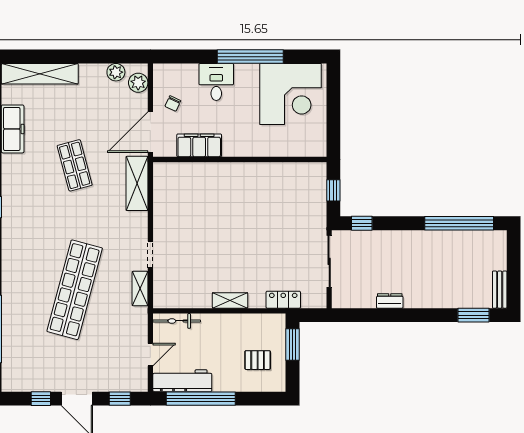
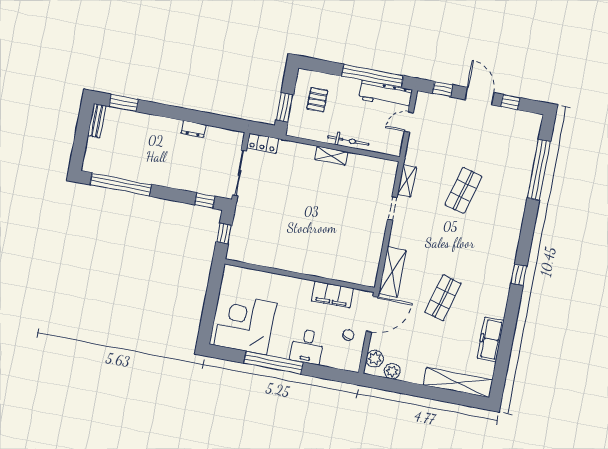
shop shelf: (75, 165) -> (443, 298), turned 30
shop shelf: (75, 290) -> (463, 190), width x0.50, depth x0.74
locker: (283, 300) -> (263, 143), moved
bicycle: (177, 321) -> (348, 141), moved
pallet: (258, 360) -> (317, 100), turned 90

